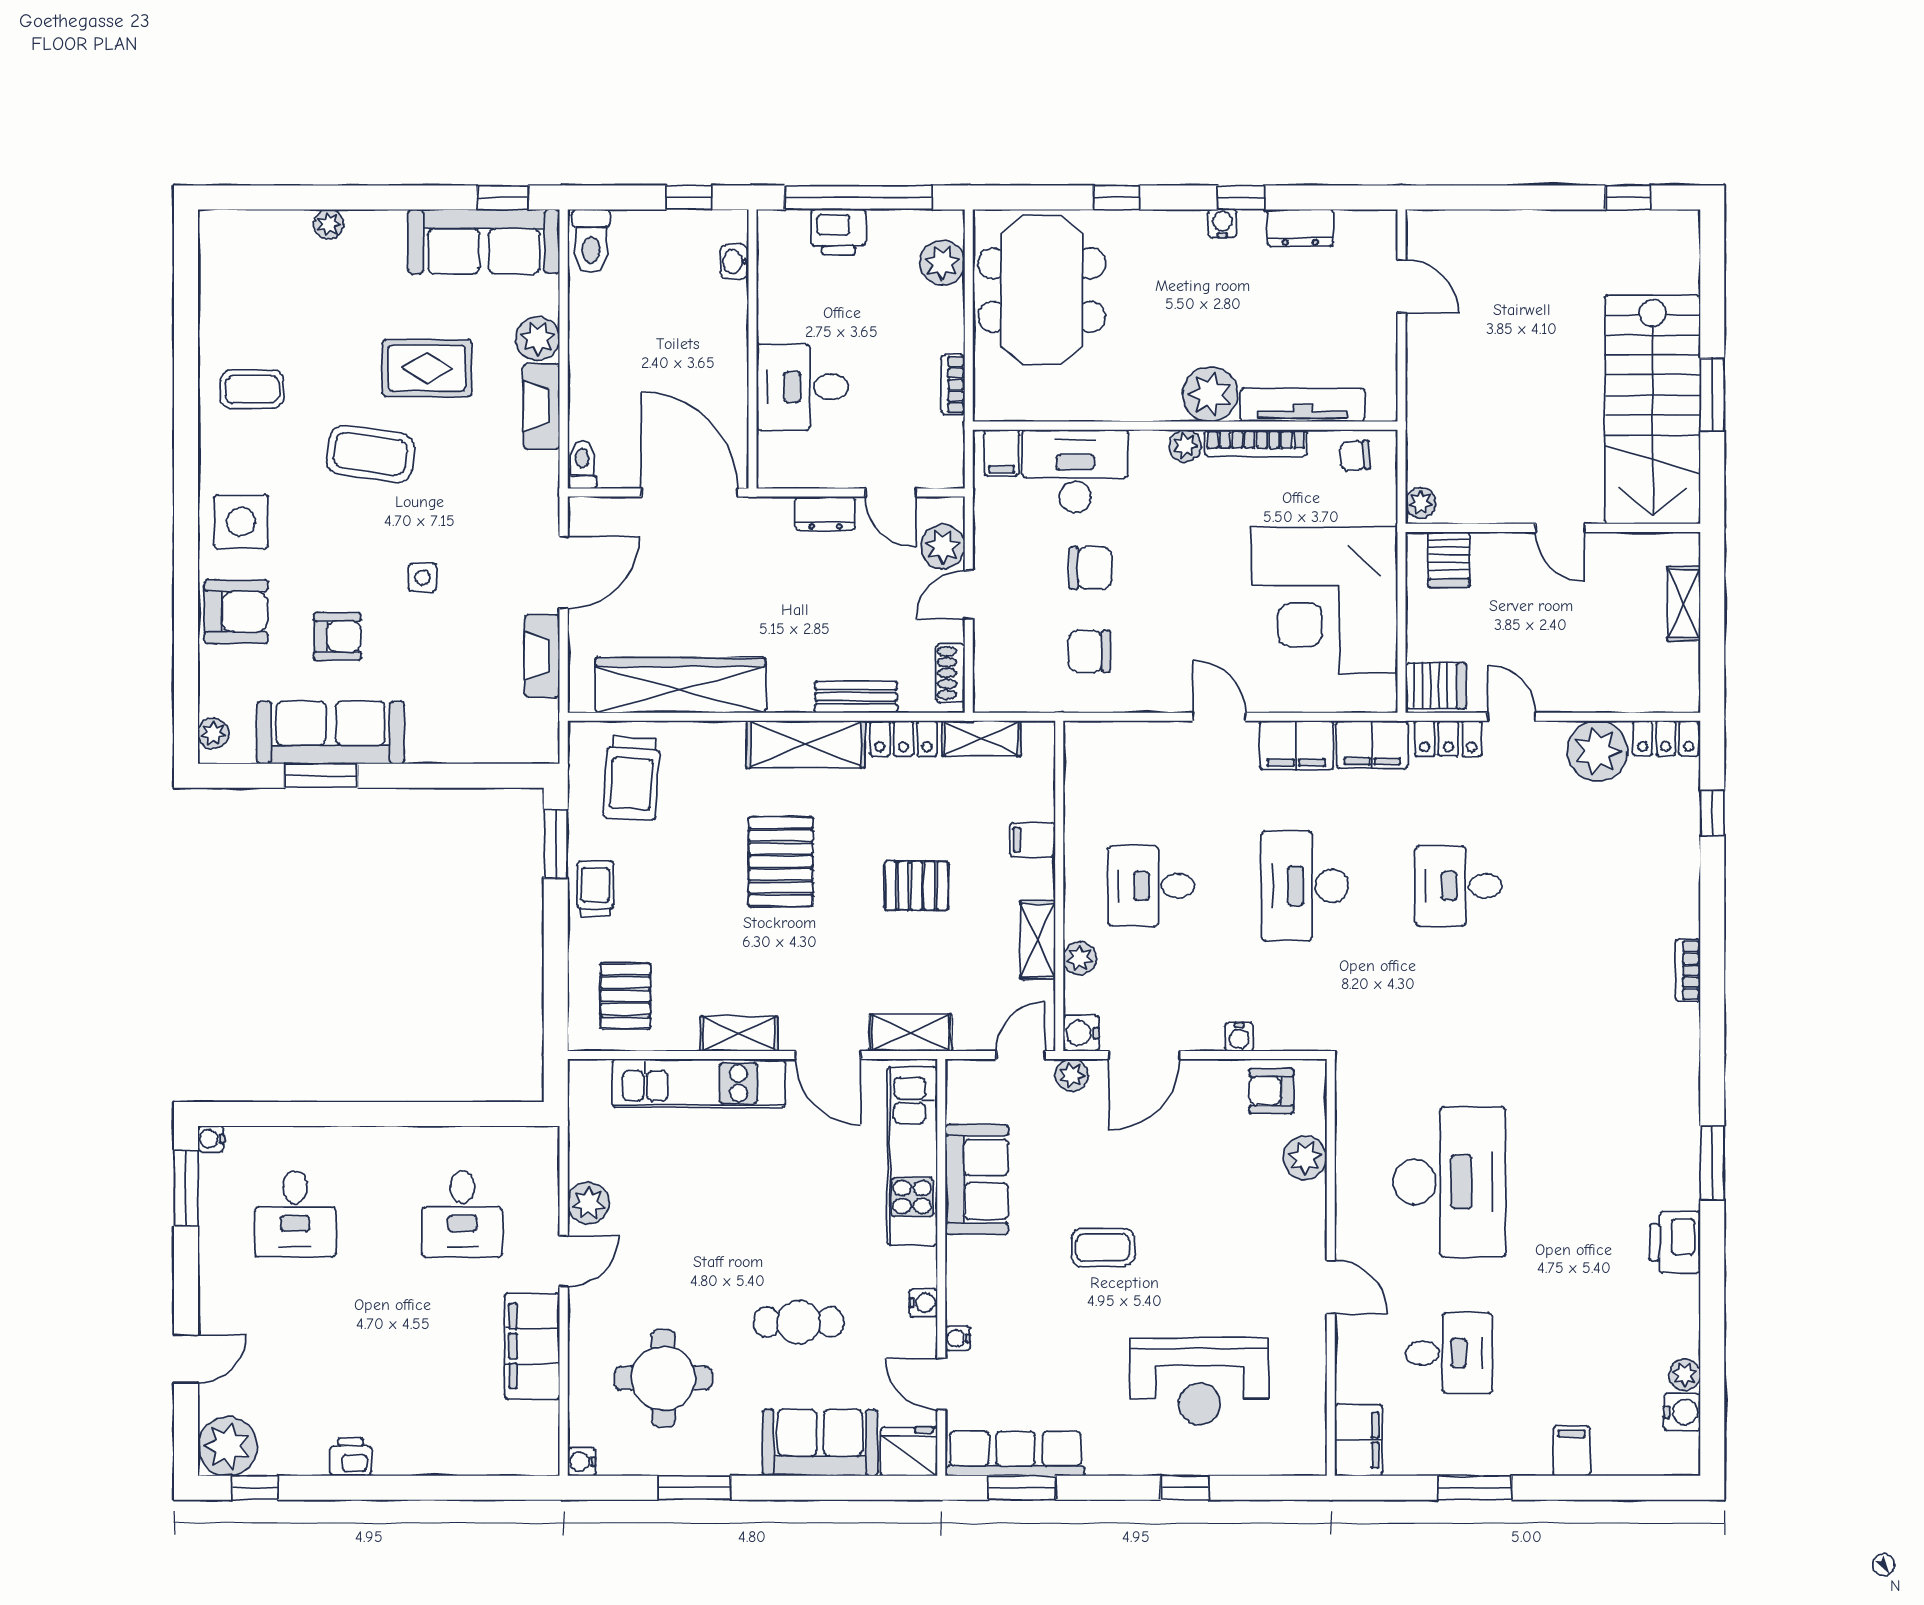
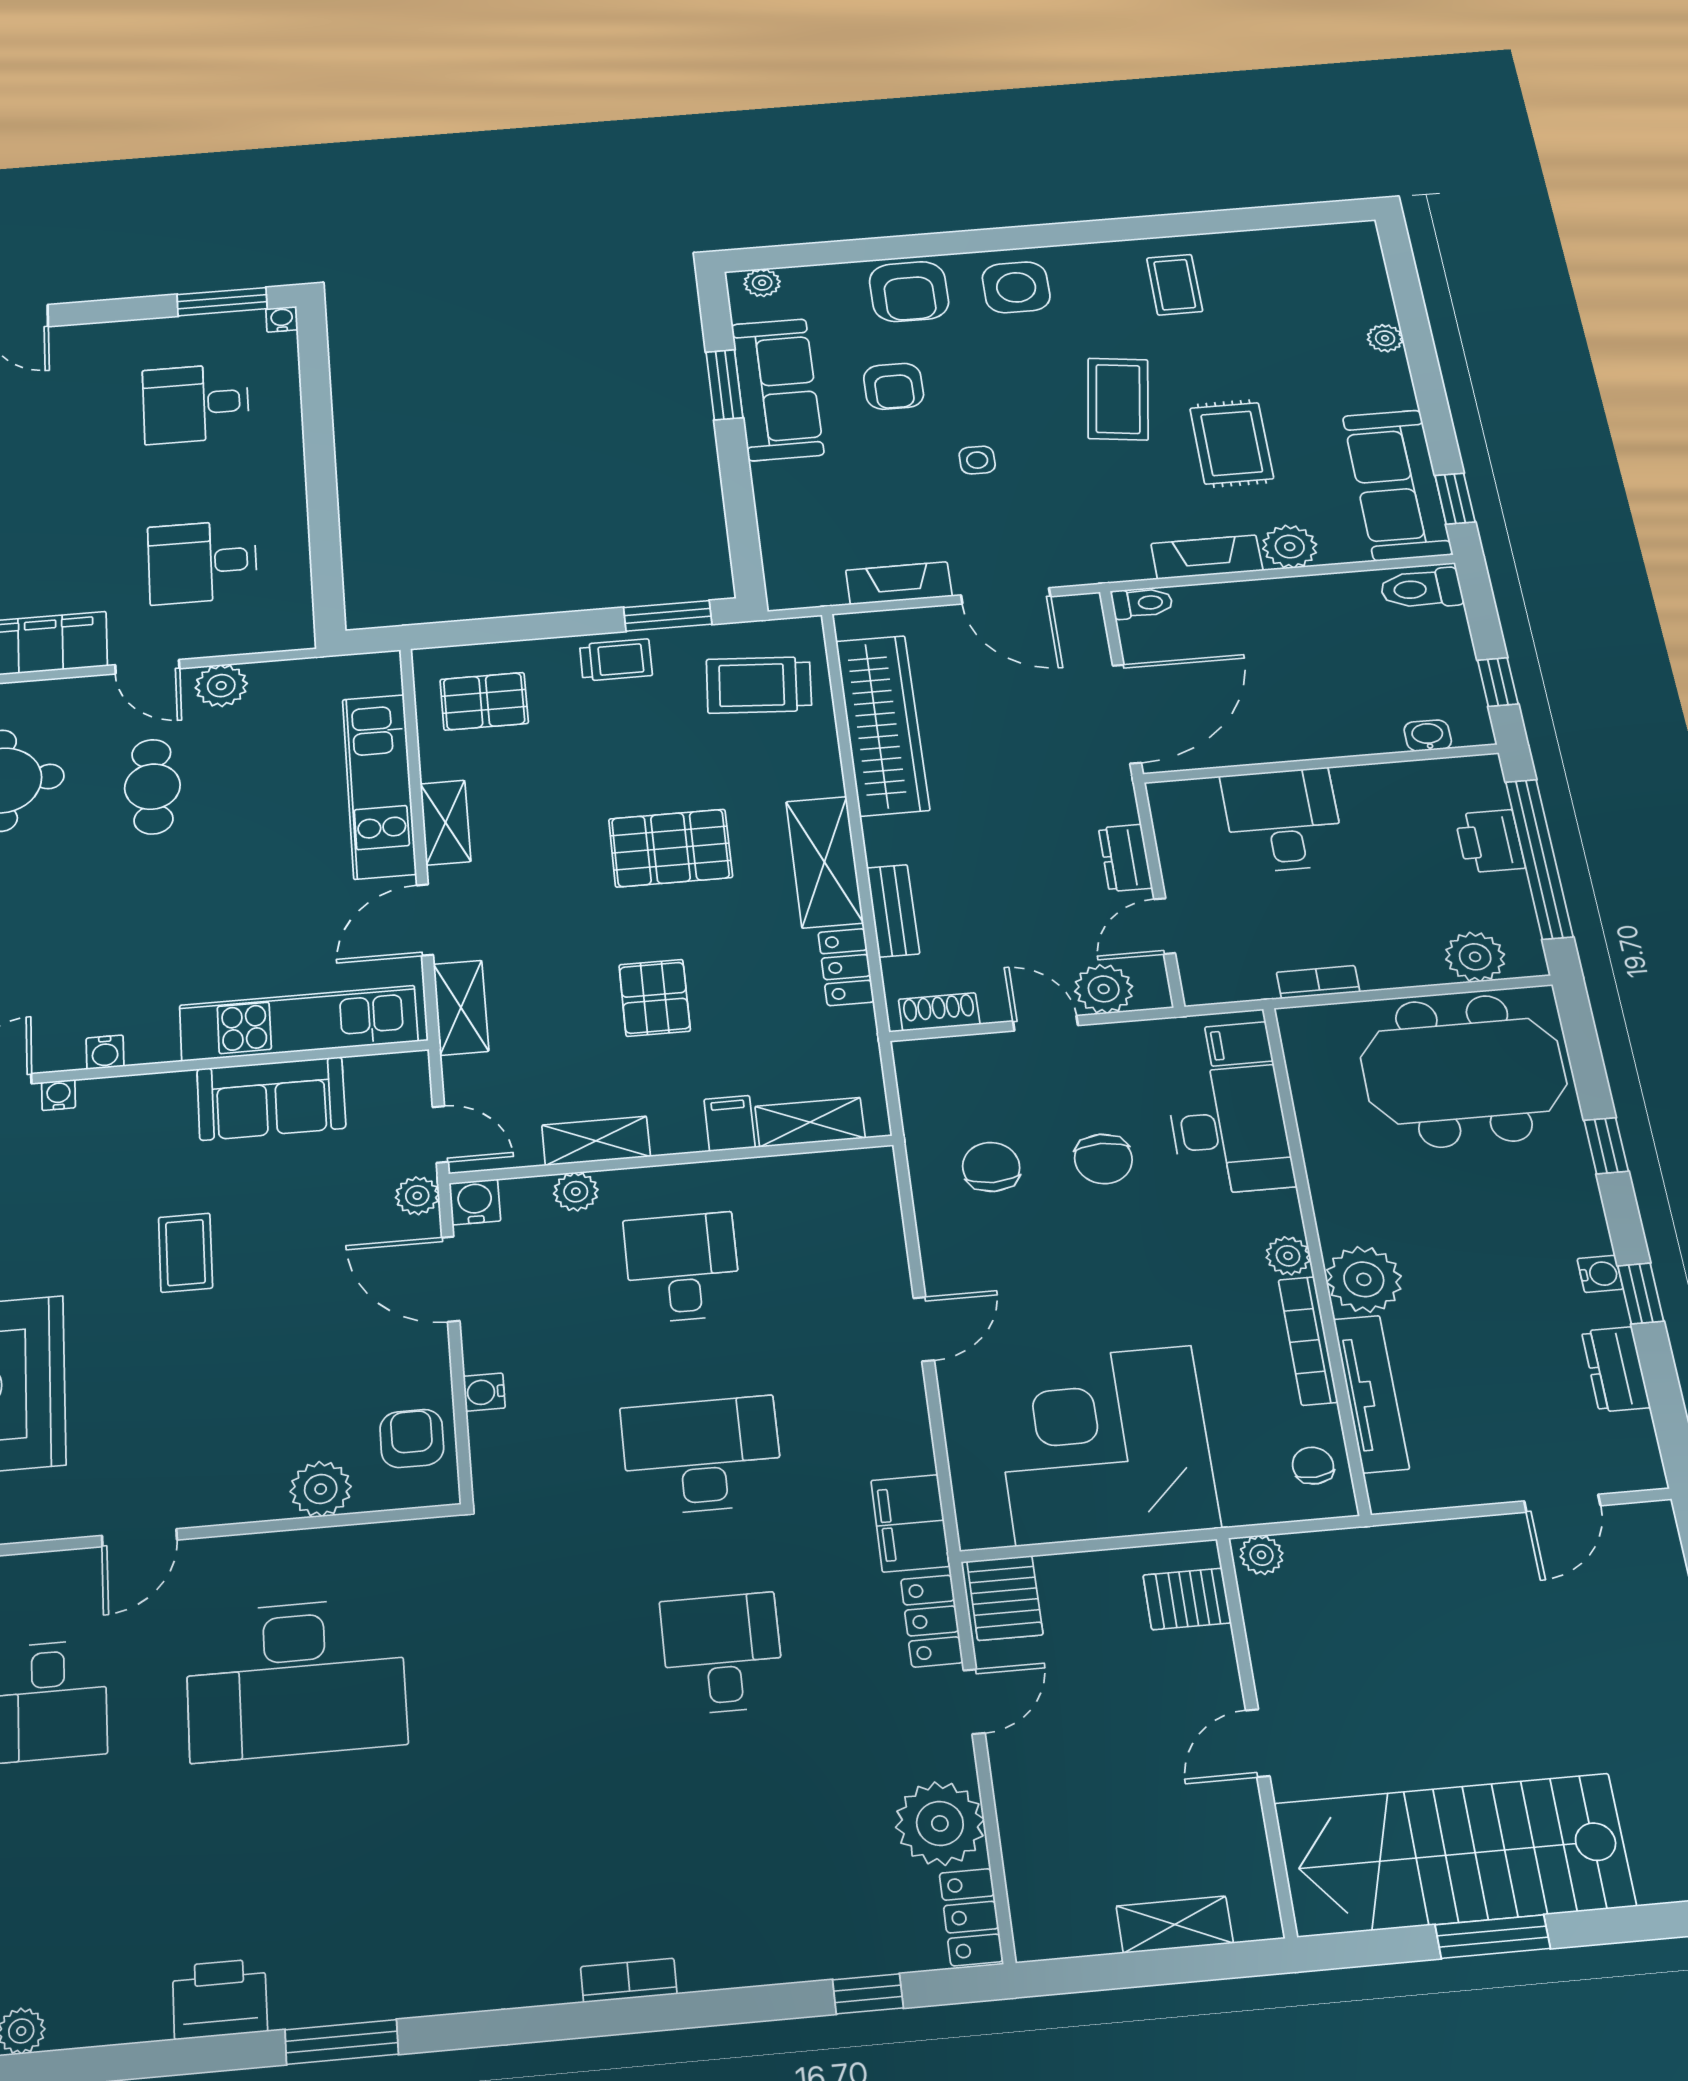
shelving: (981, 738) -> (810, 1122), moved, turned 90
filing cabinet: (1296, 745) -> (897, 1427), removed
cafe table: (799, 1322) -> (152, 787), moved

